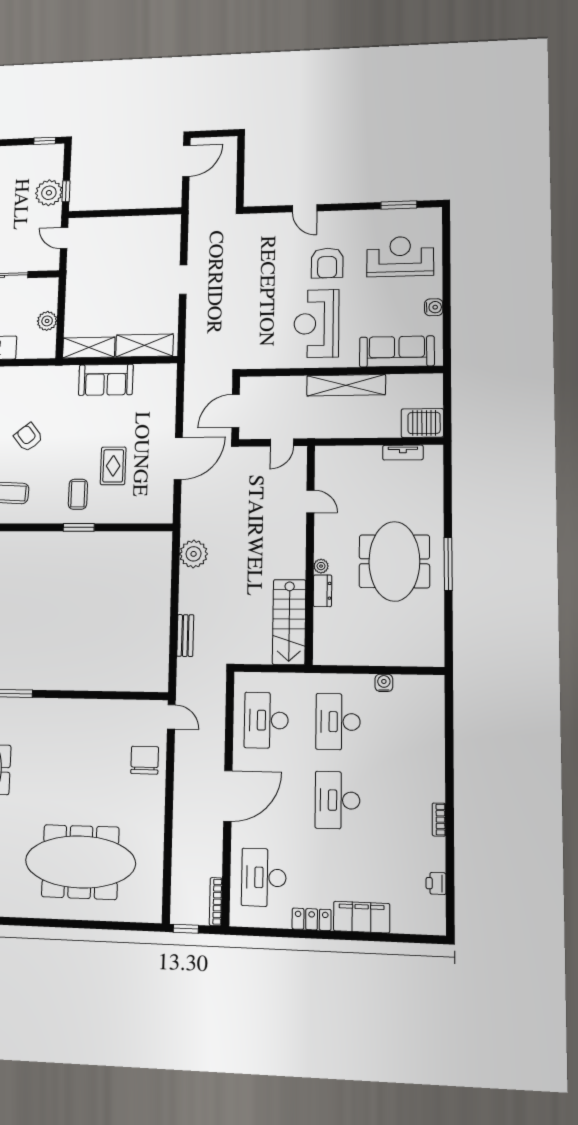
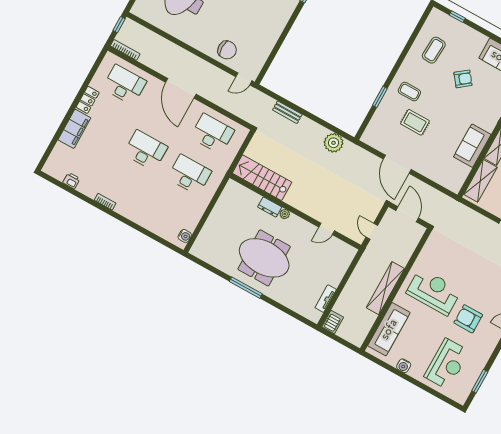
server rack: (422, 423) -> (333, 322), width x0.73, depth x0.70
window: (79, 527) -> (380, 97), moved
water cooler: (384, 683) -> (185, 236), moved

